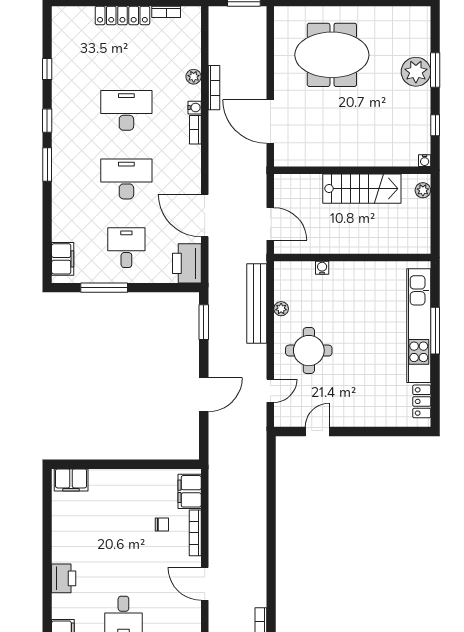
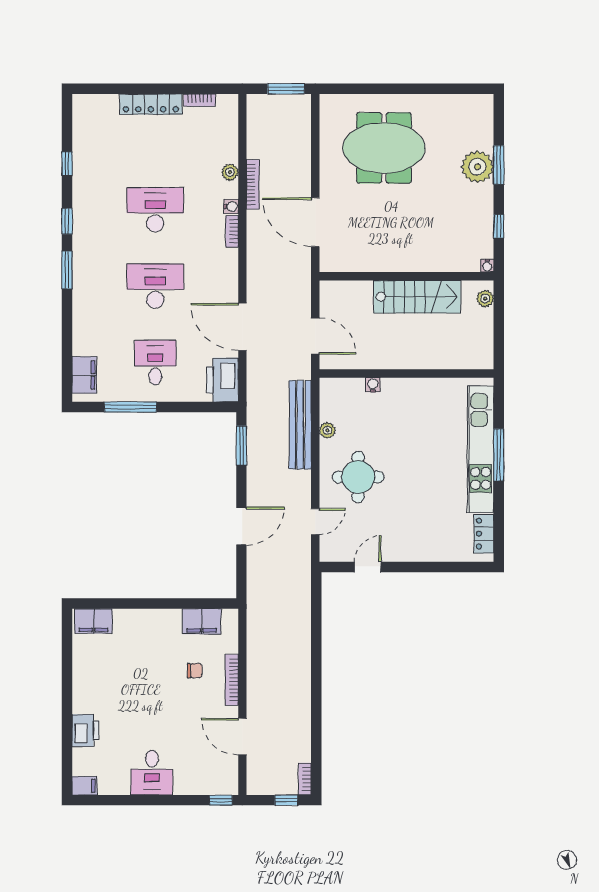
filing cabinet: (190, 491) -> (202, 621), moved, turned -90

